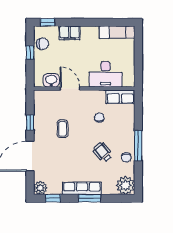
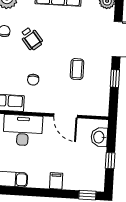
filing cabinet: (70, 33) -> (56, 181), width x0.50
chair: (42, 44) -> (95, 170), removed
washbasin: (51, 80) -> (99, 137), moved, turned 90

